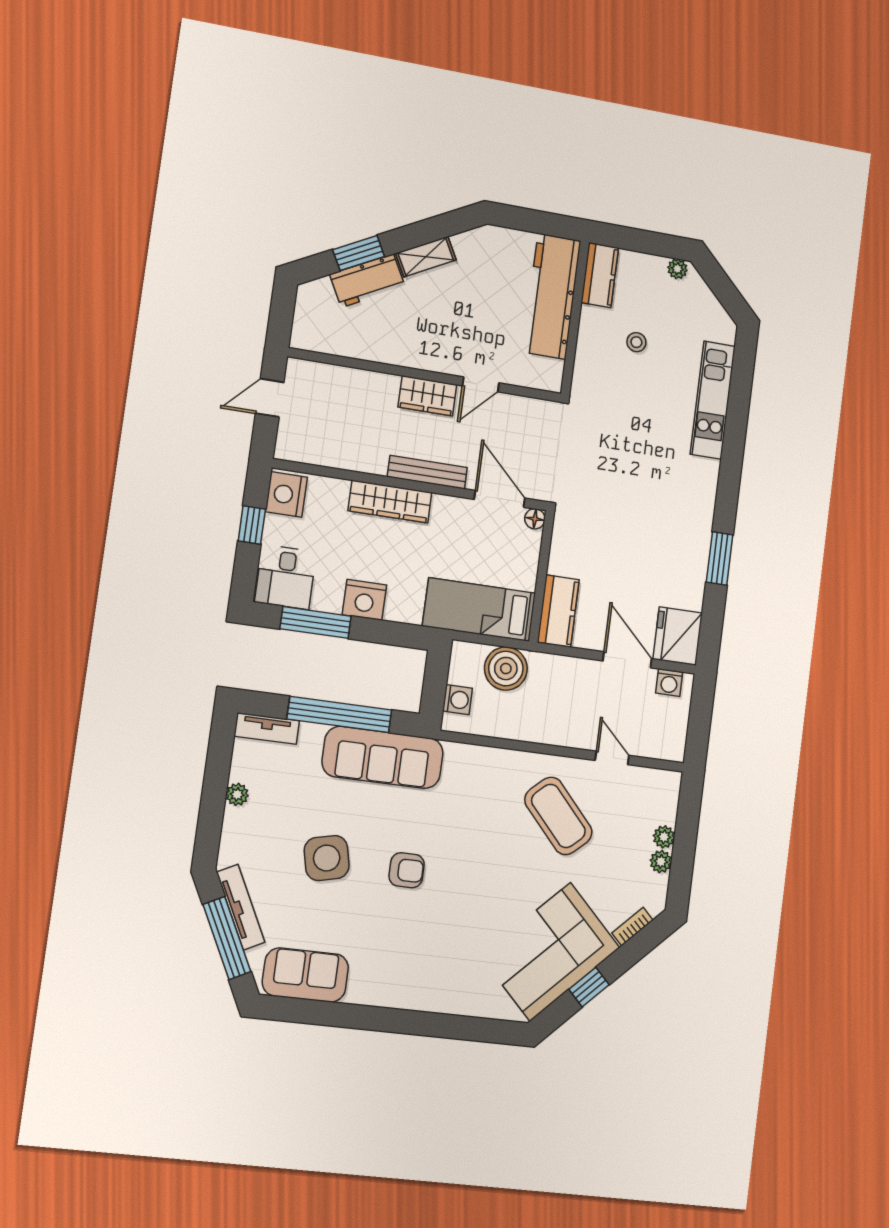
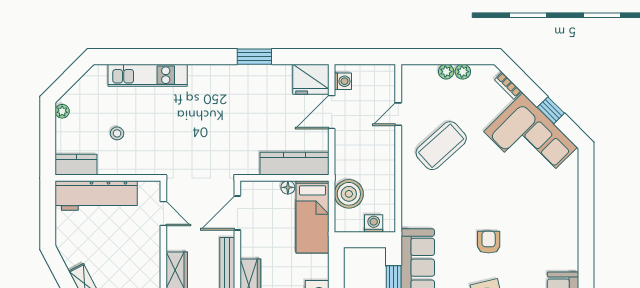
door: (481, 384) -> (163, 214), moved
floor lamp: (535, 519) -> (288, 187), moved
kitchen counter: (558, 611) -> (294, 164), width x1.50

